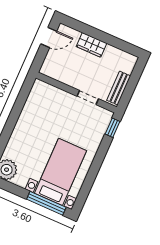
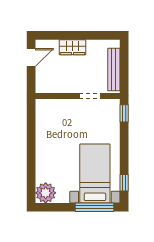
bench: (119, 88) -> (114, 70), width x1.36
window: (84, 193) -> (124, 183), added

